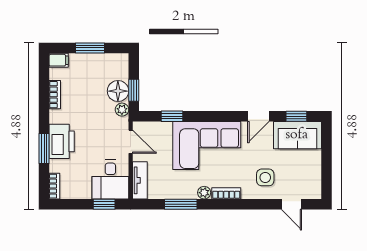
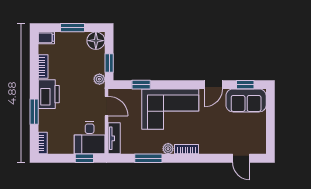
floor lamp: (118, 91) -> (96, 41), moved
printer: (62, 141) -> (49, 94), moved
side table: (265, 177) -> (219, 136), removed

